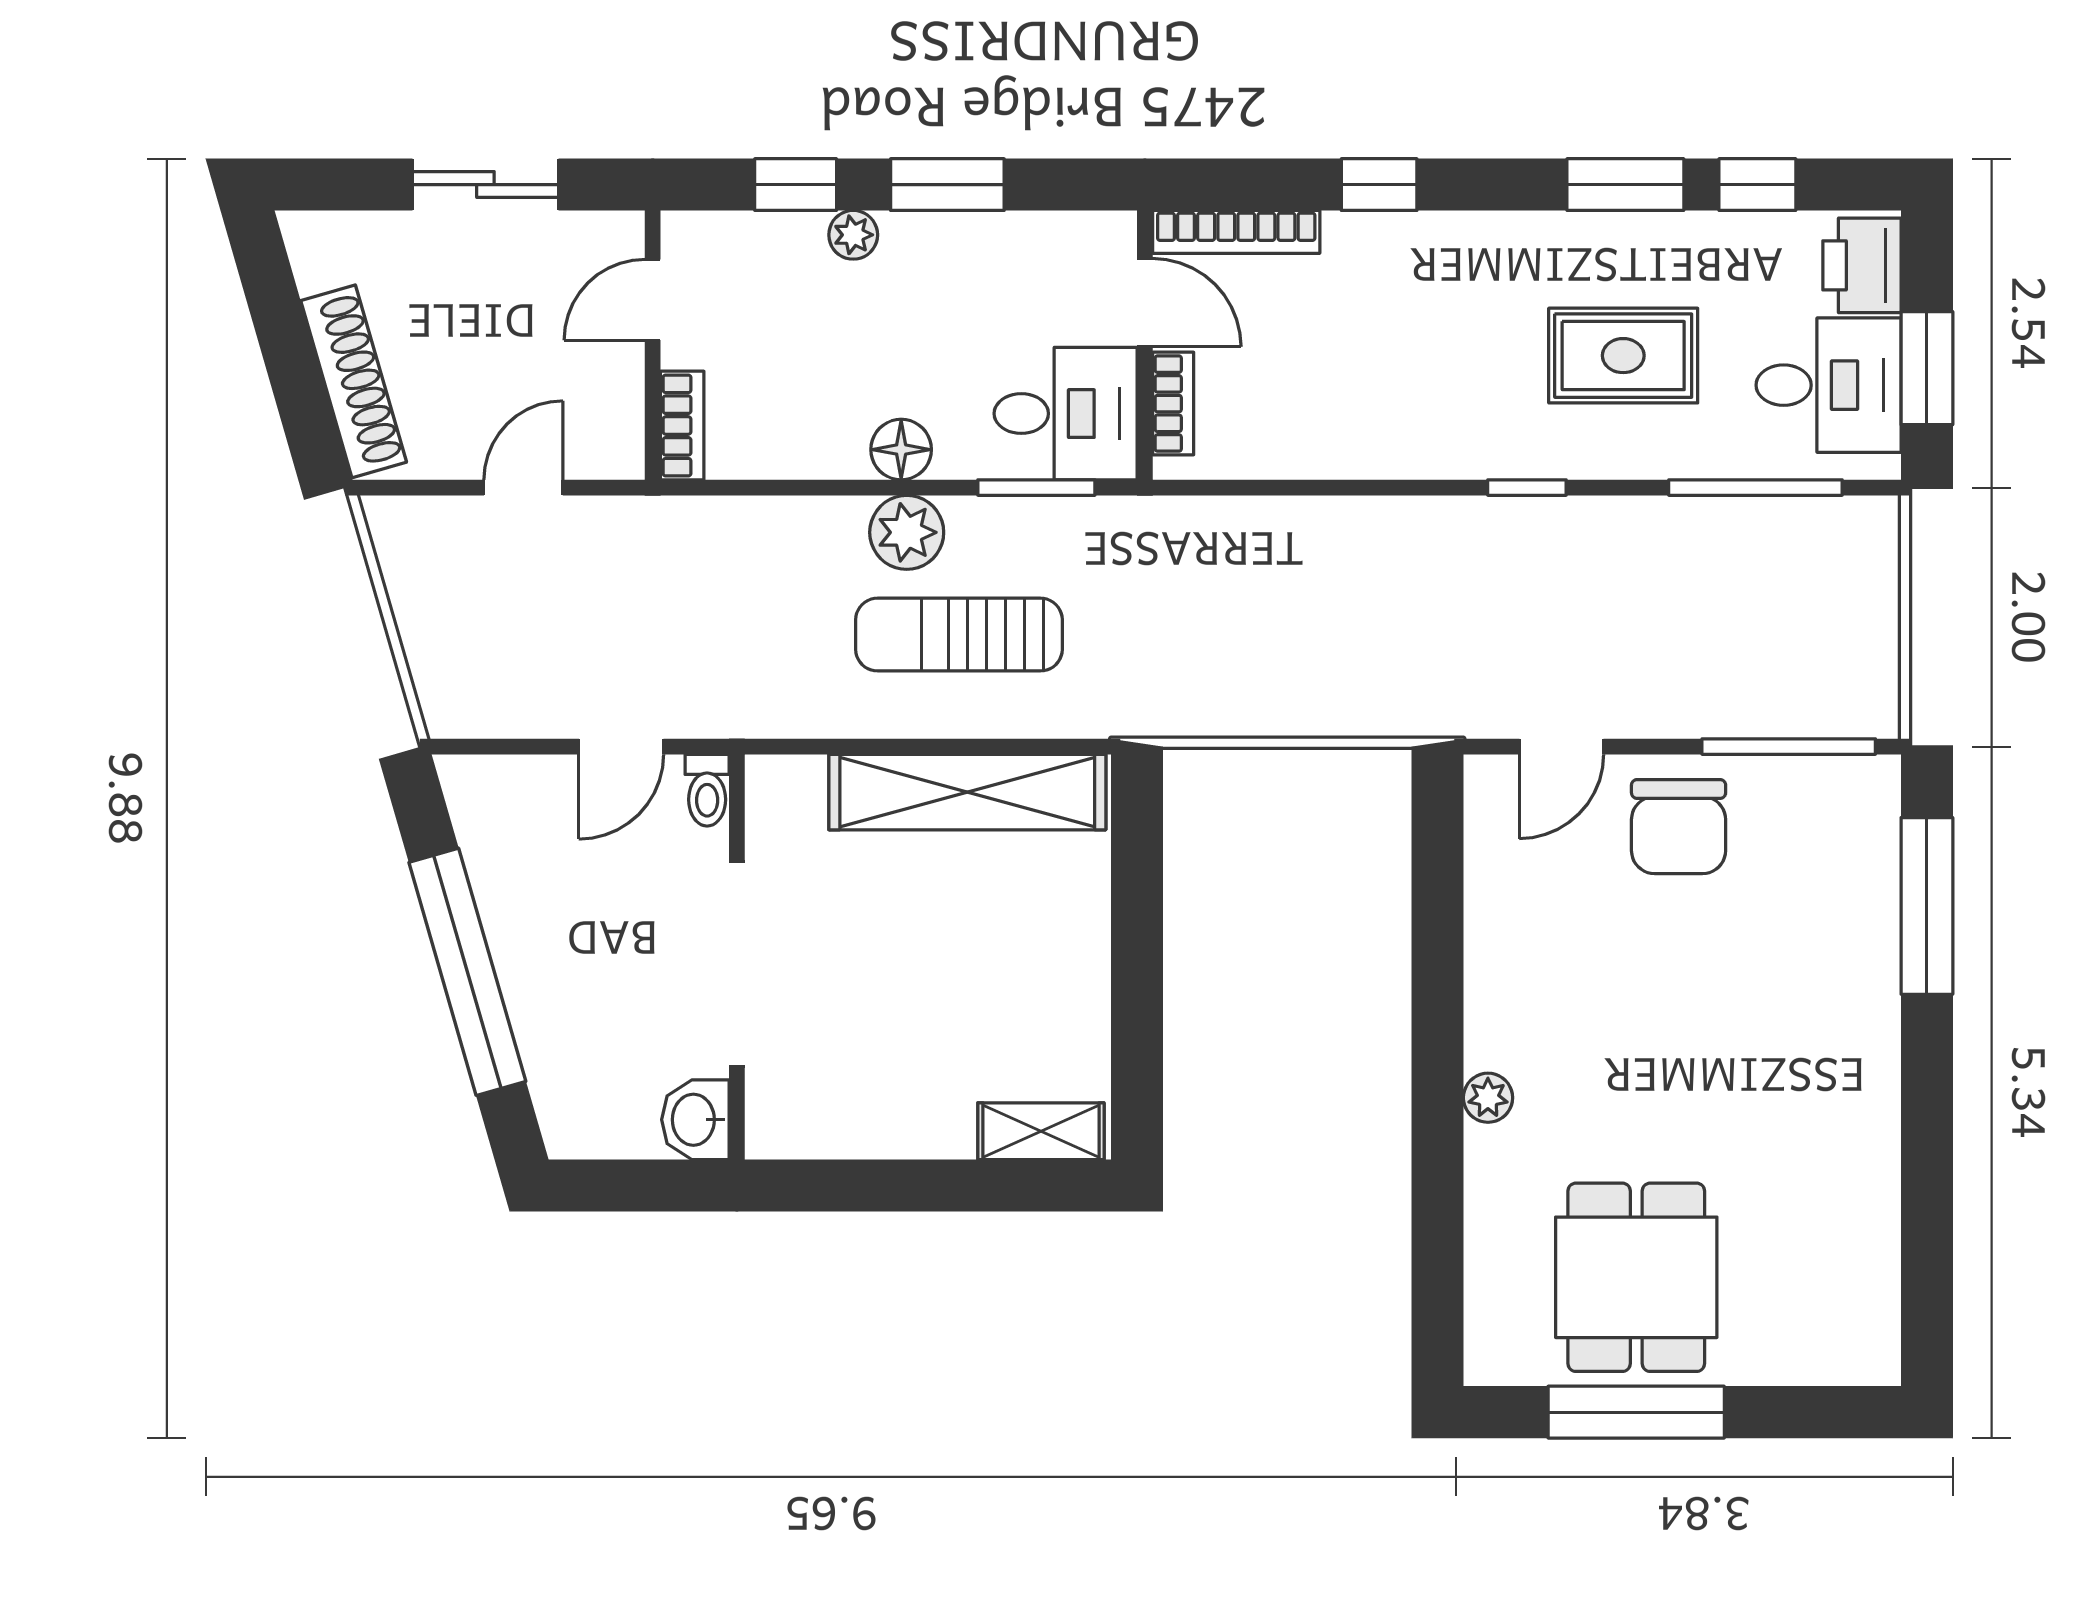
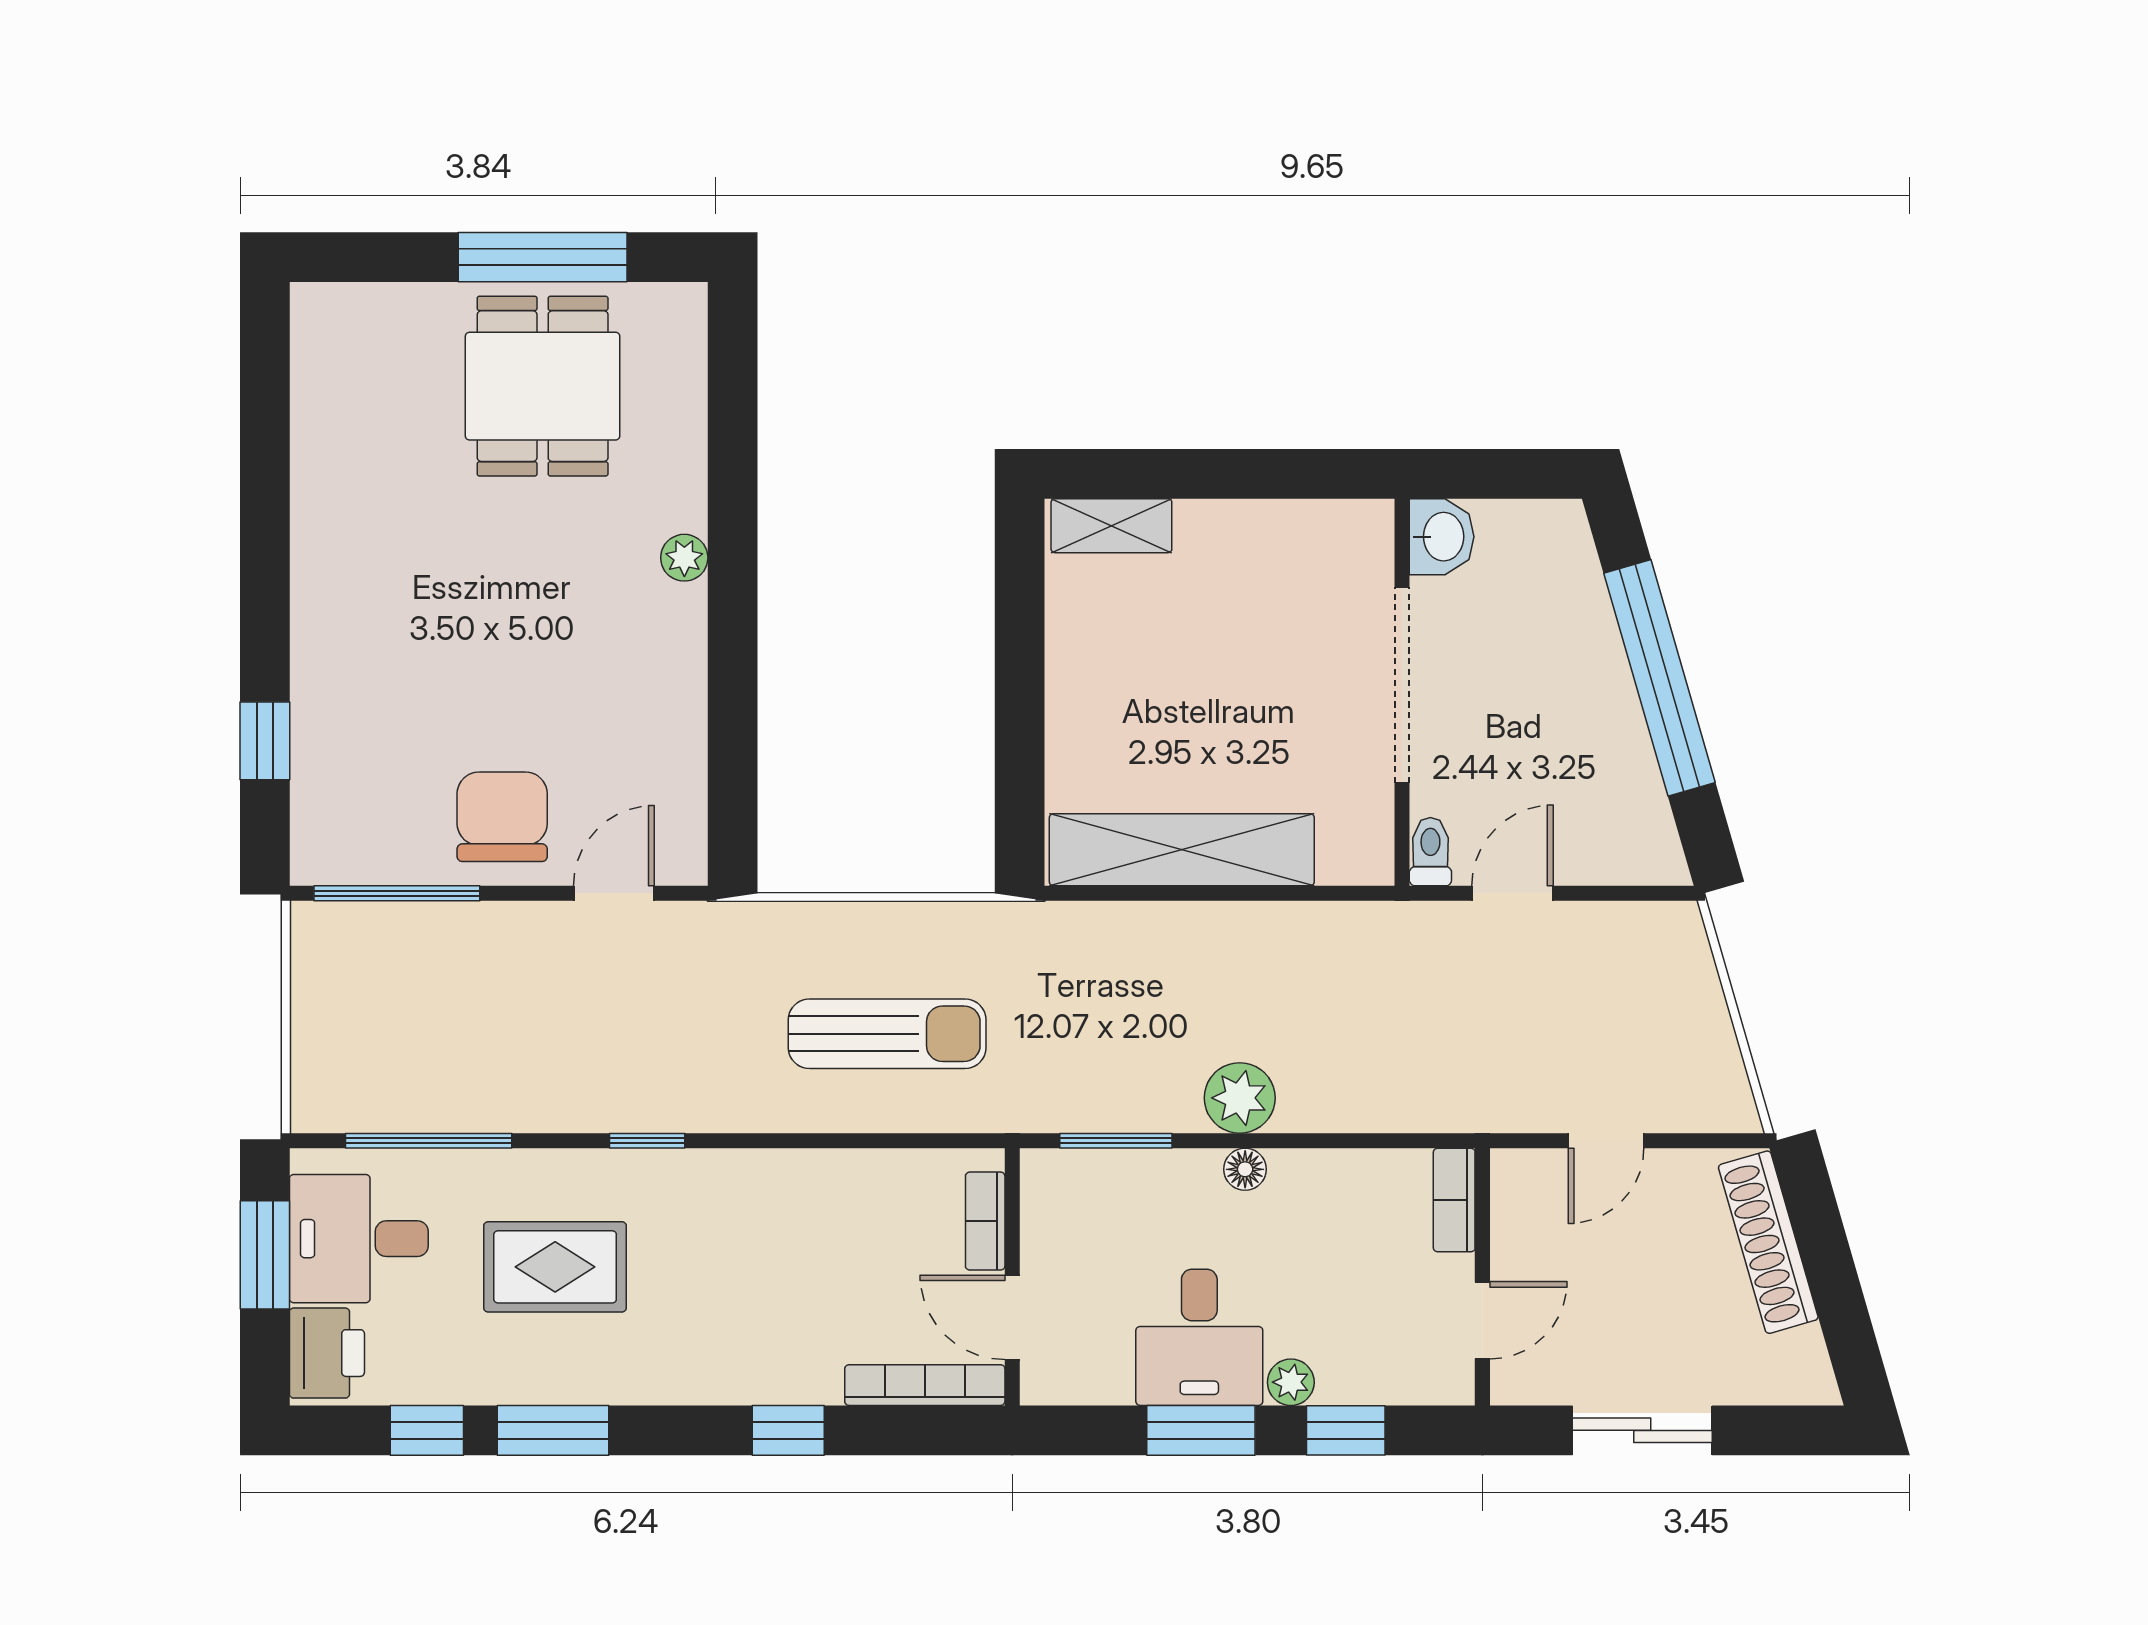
desk: (1066, 414) -> (1199, 1337), moved, turned -90
floor lamp: (901, 450) -> (1245, 1169), width x0.73, depth x0.73
sun lounger: (959, 635) -> (887, 1034), moved
window: (1927, 906) -> (265, 741), width x0.46

